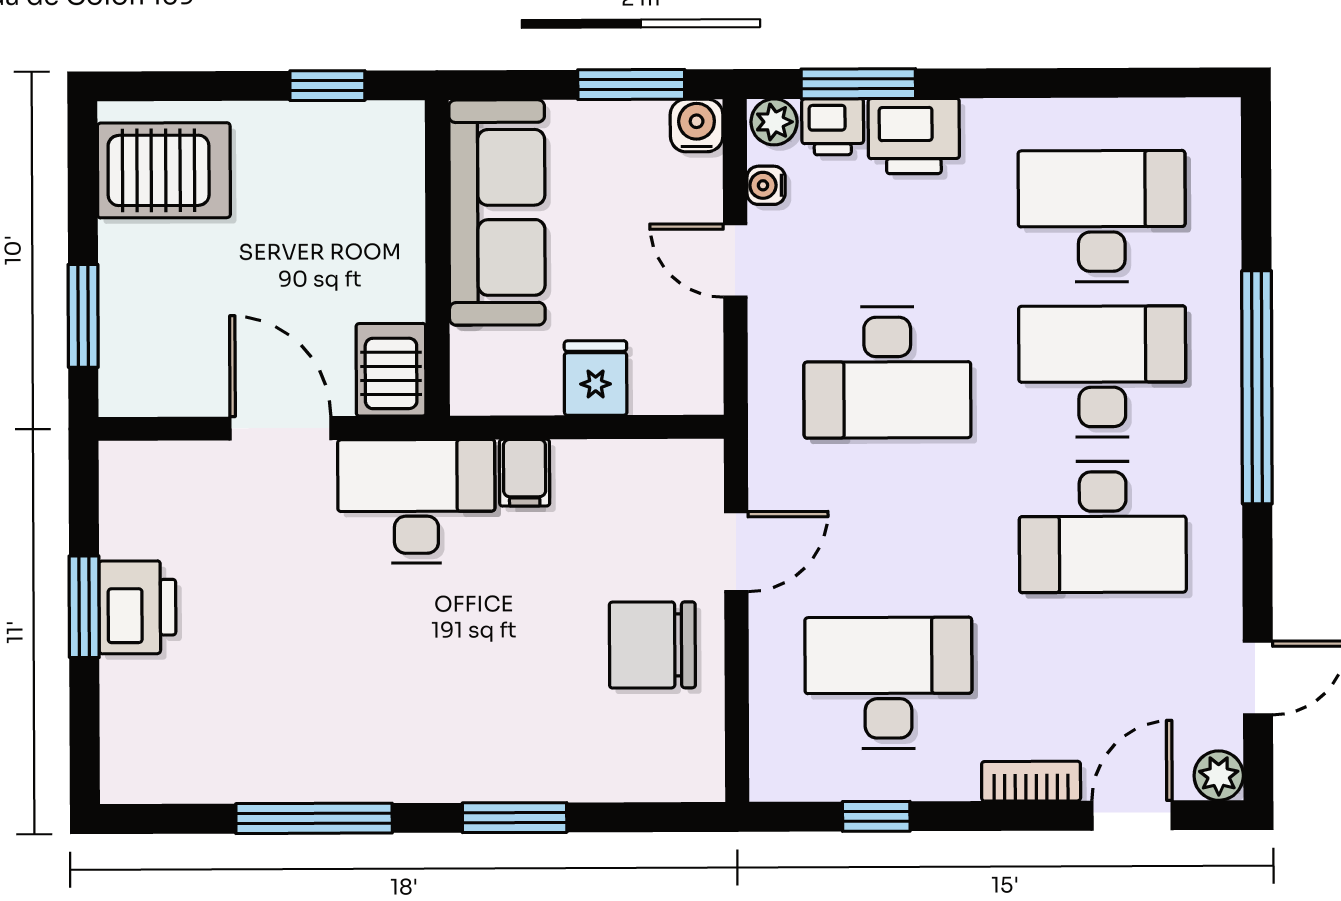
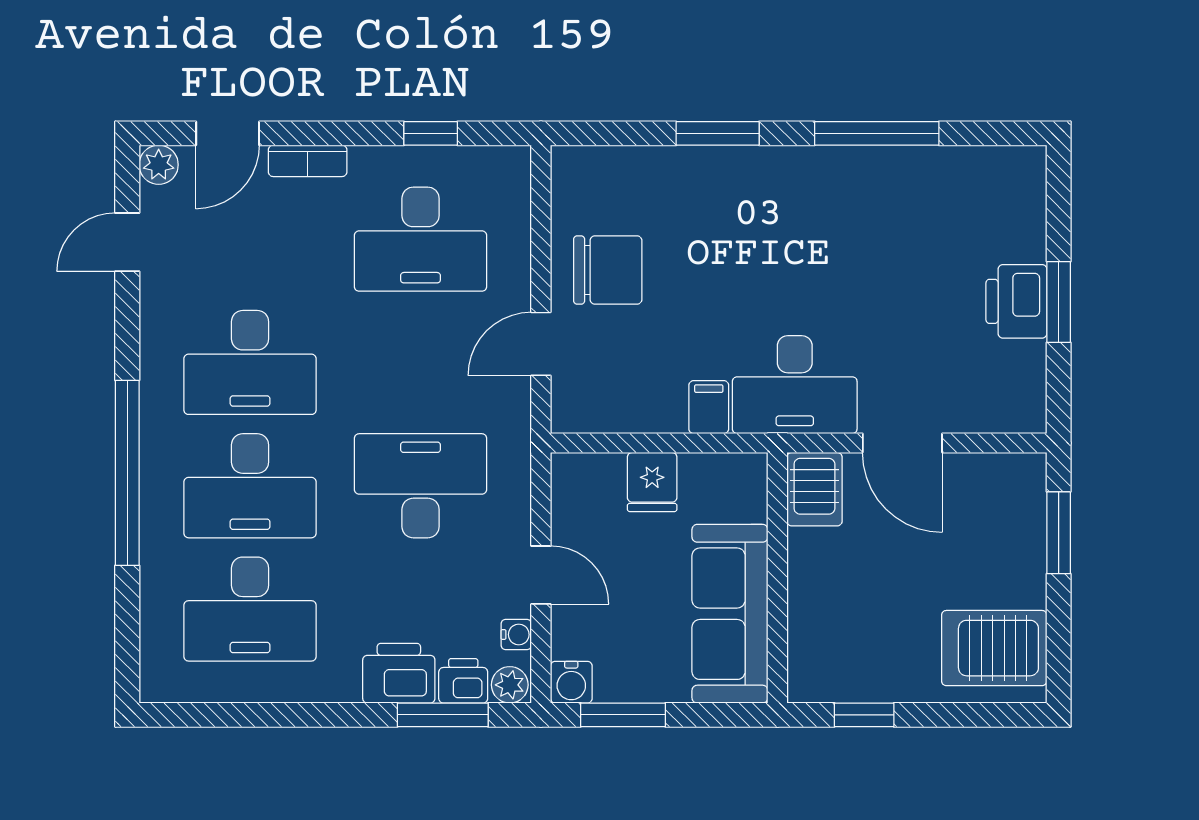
desk: (1103, 527) -> (250, 362), turned 180

